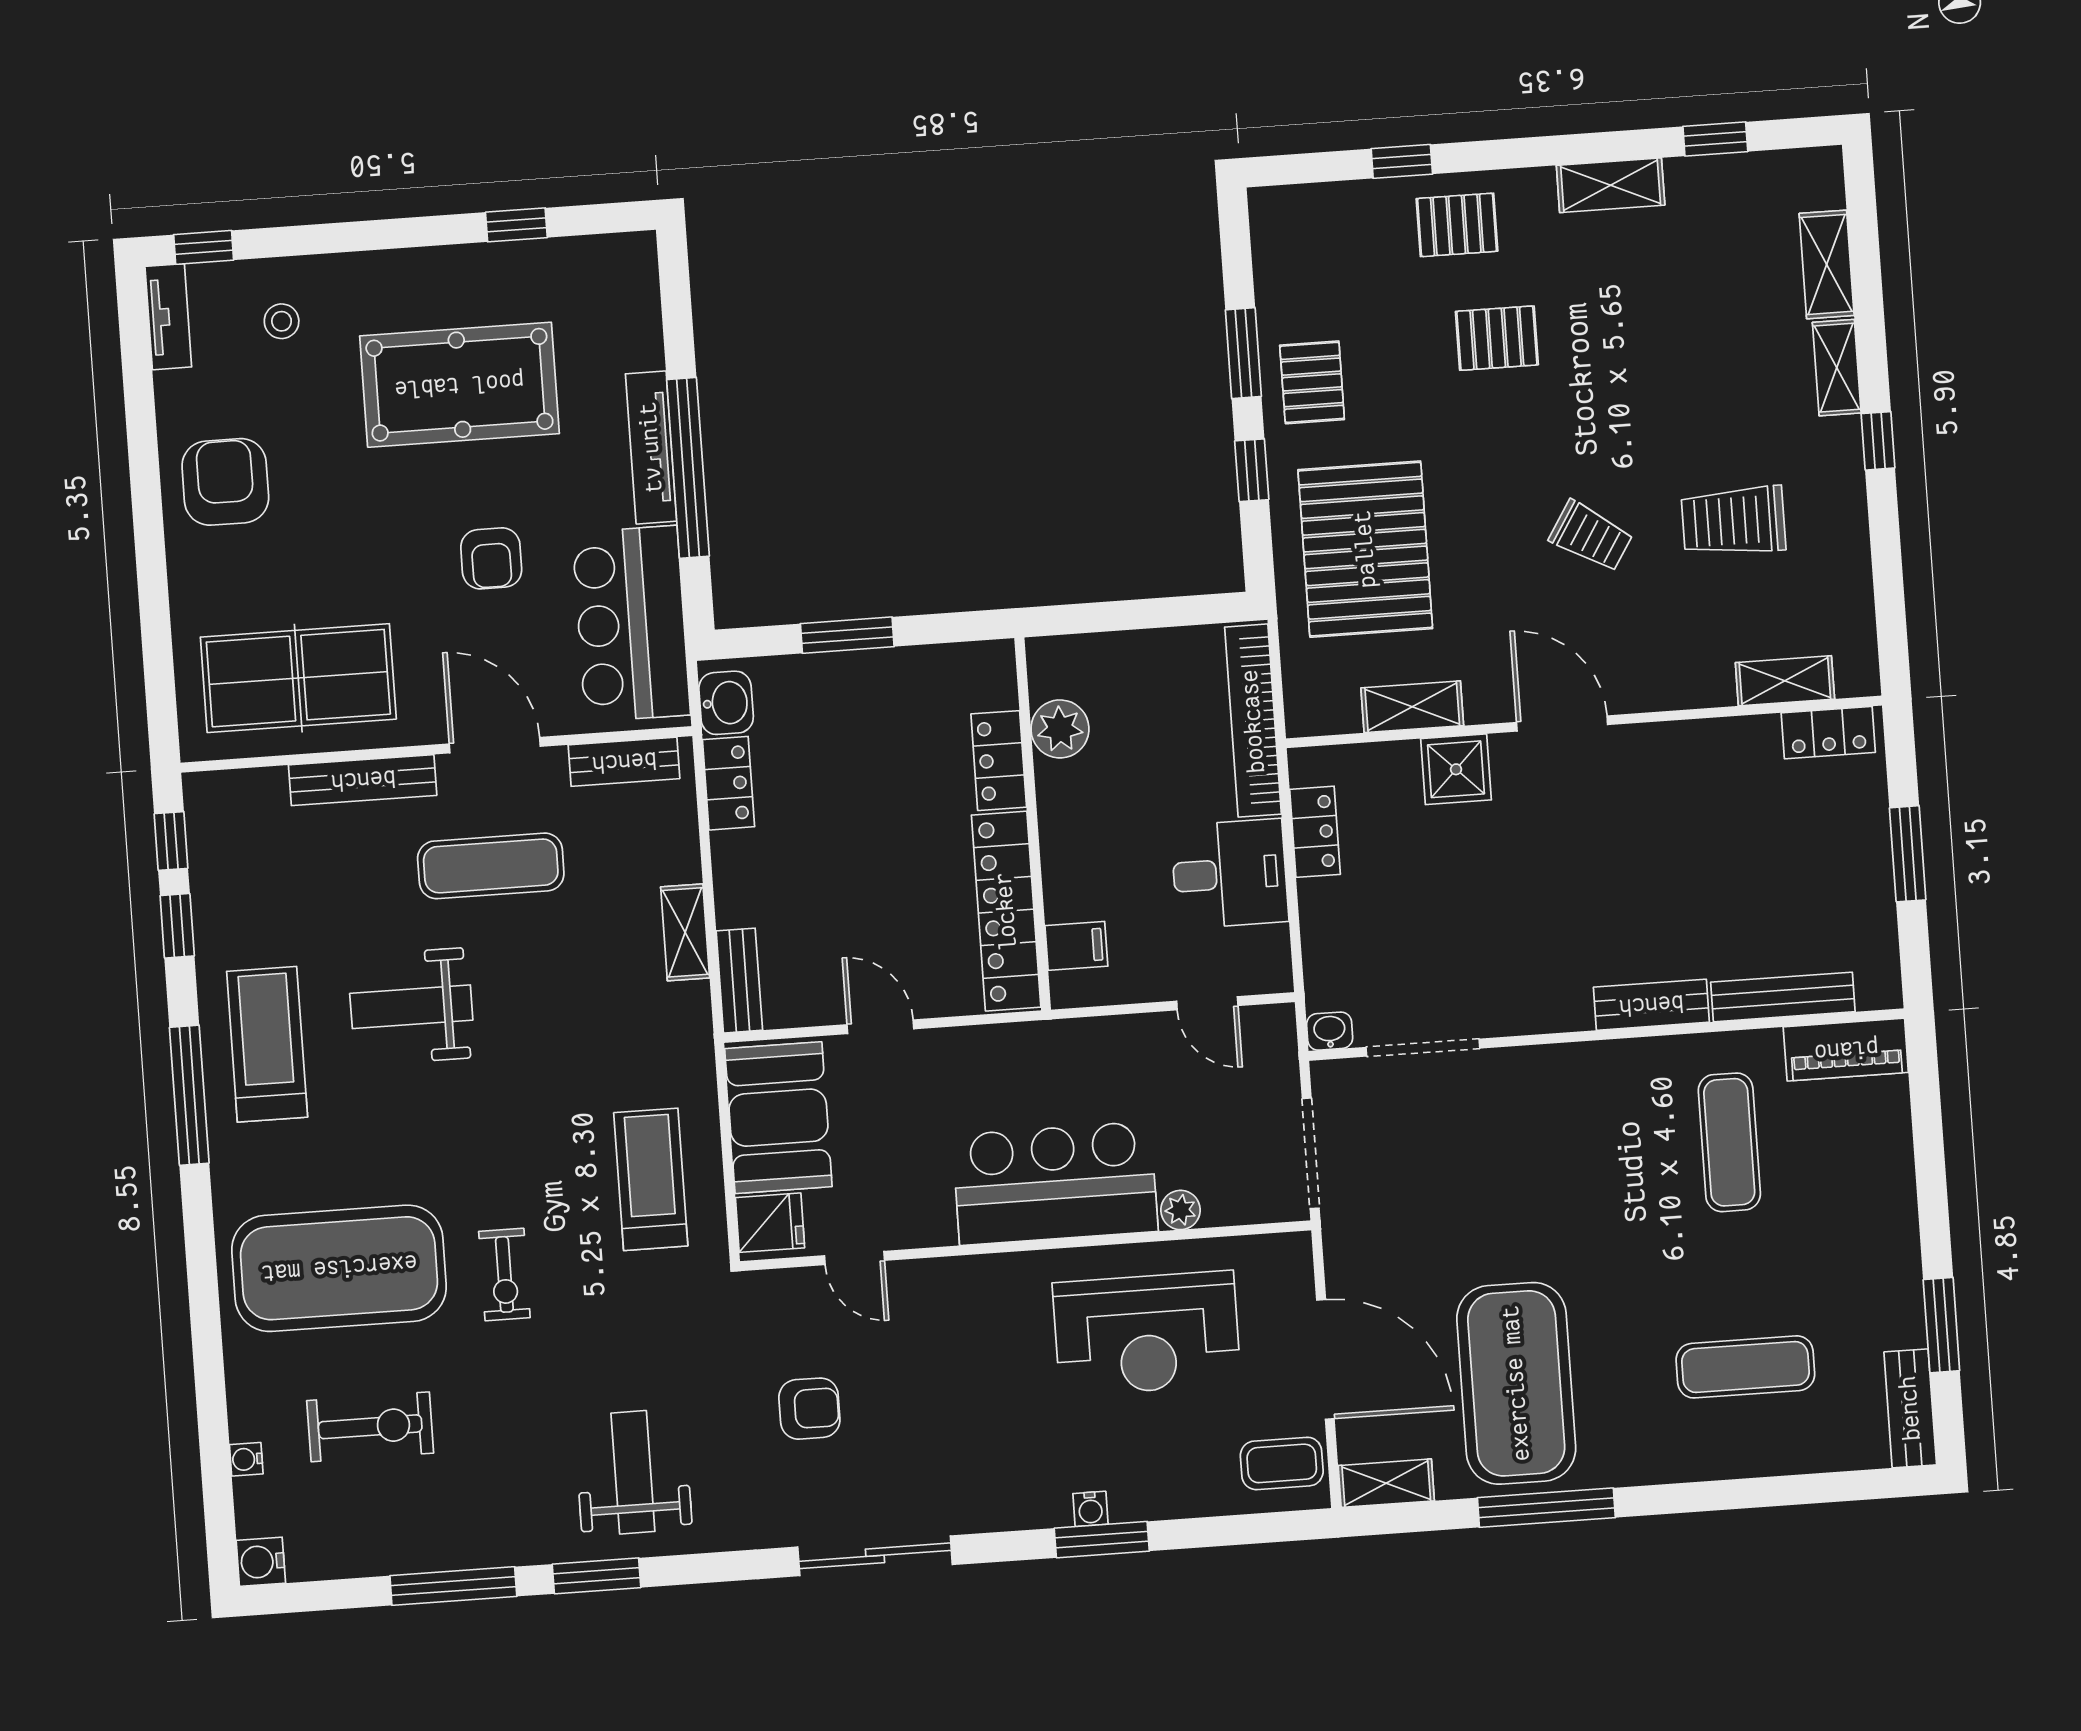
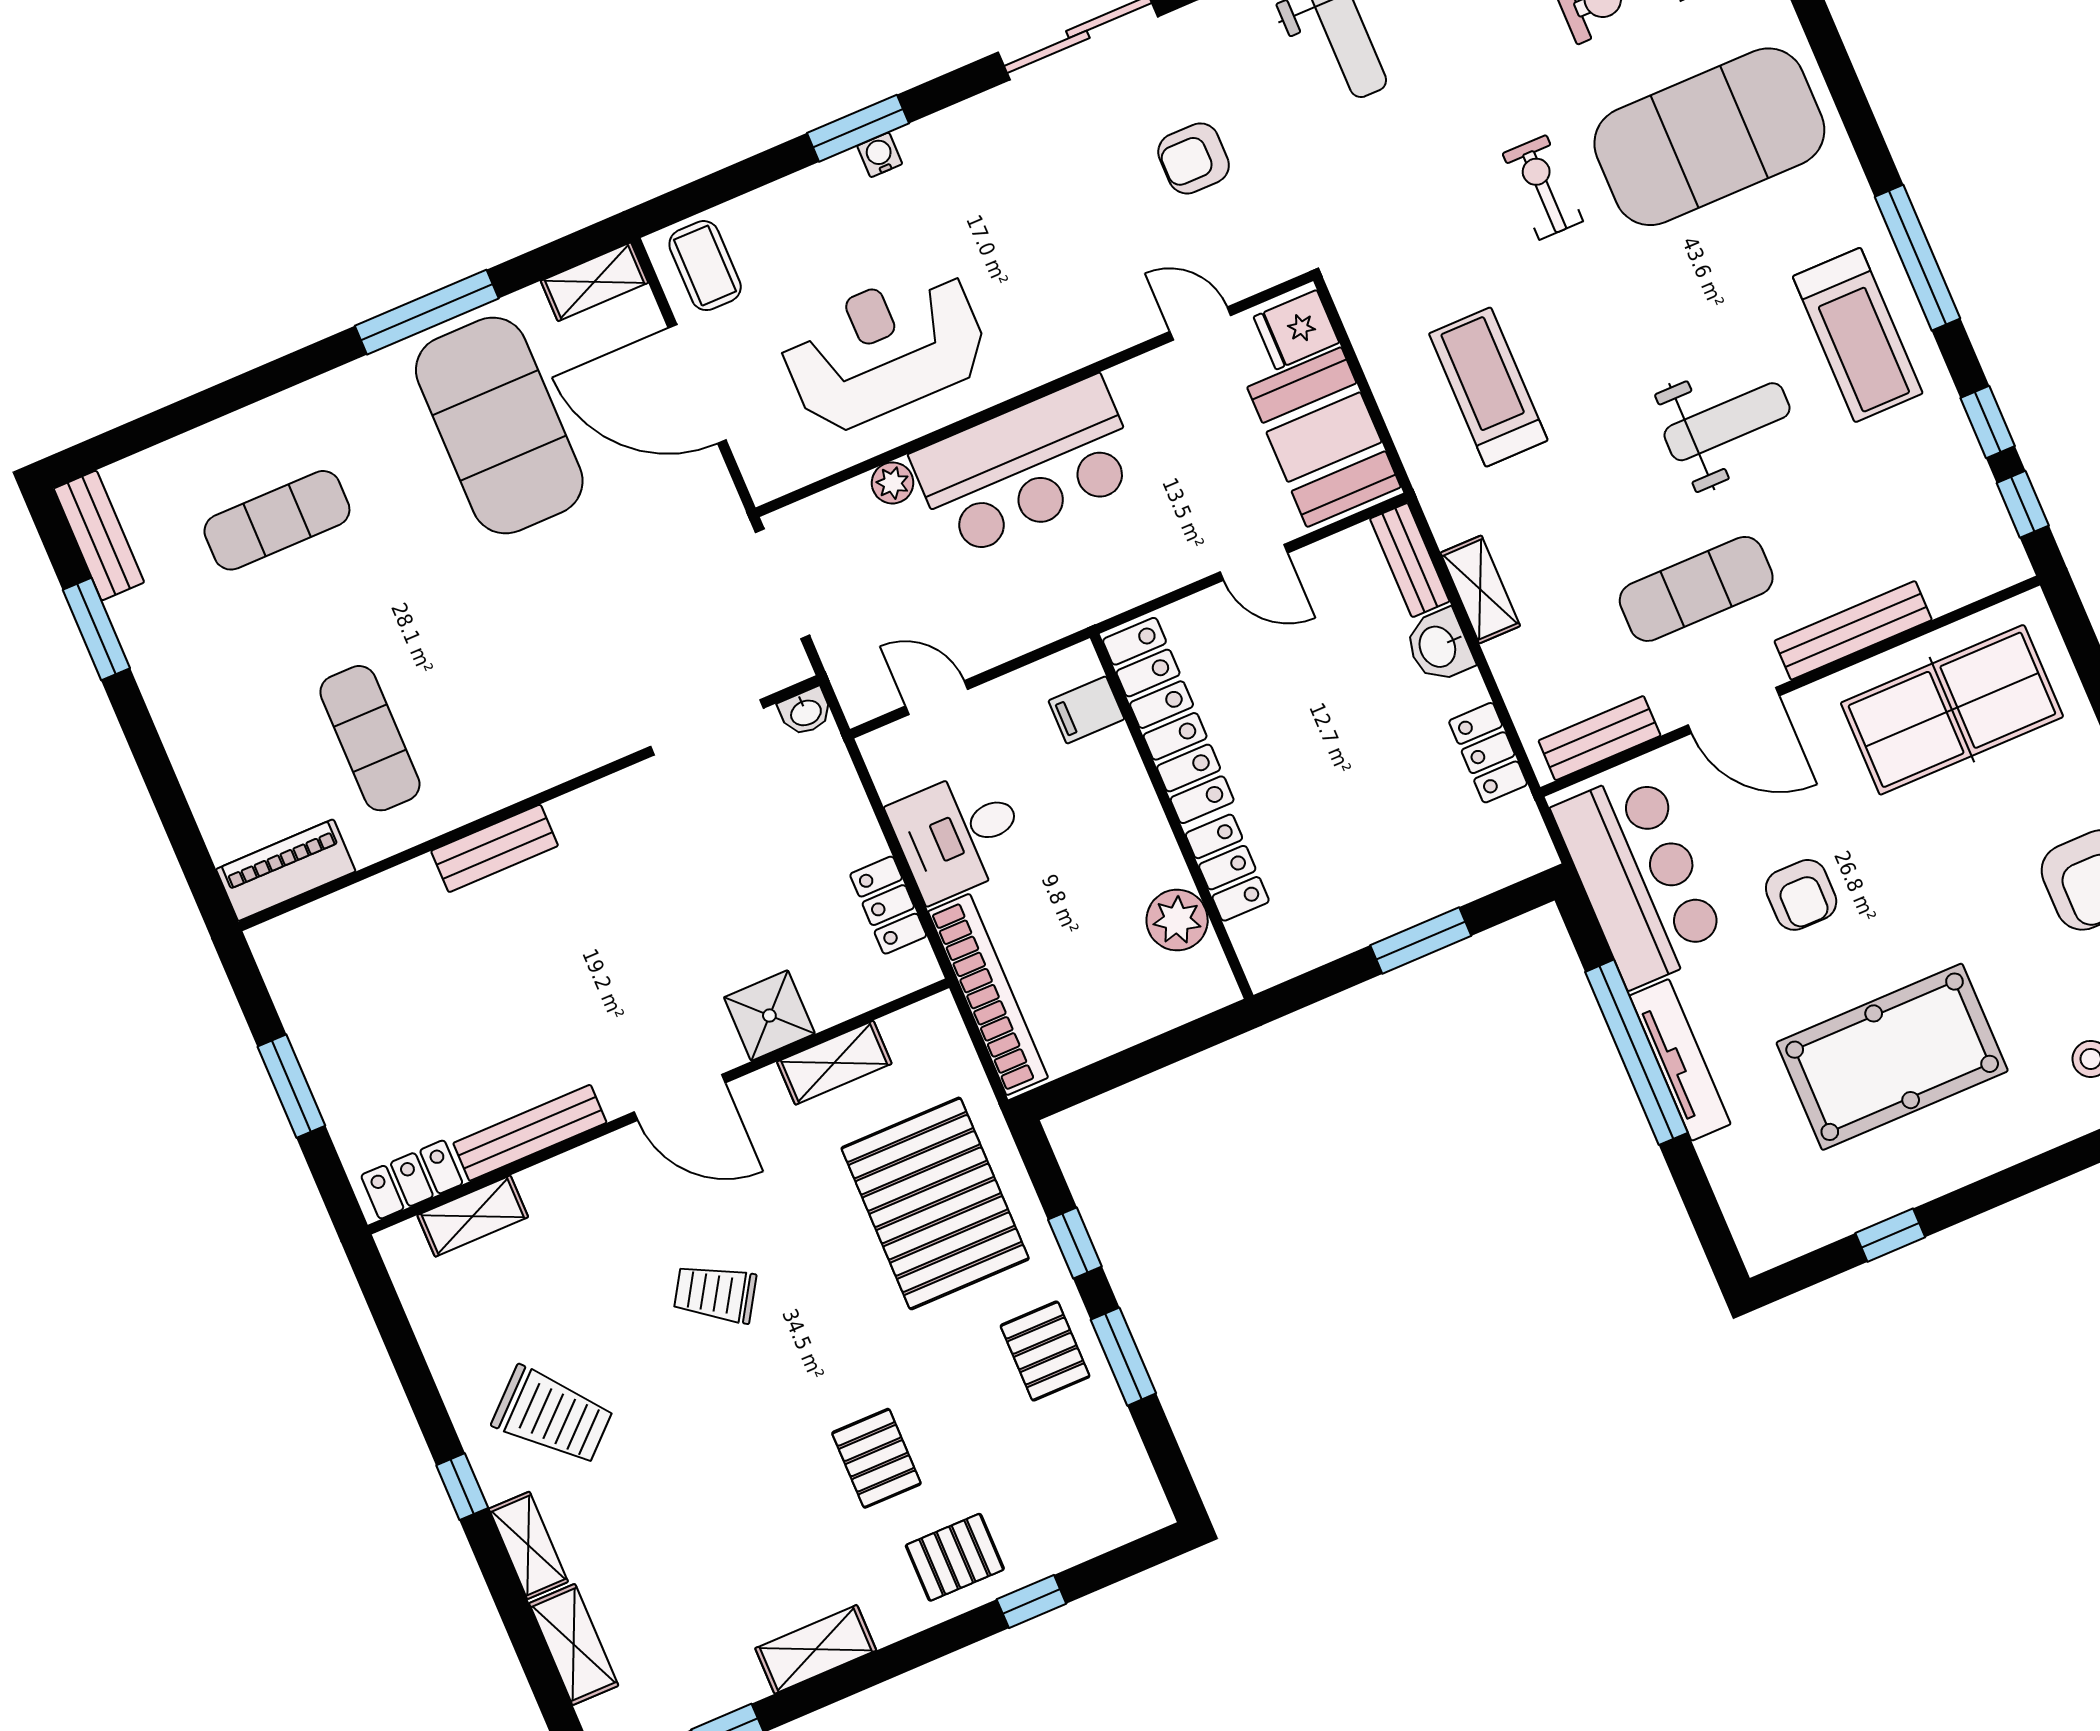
pallet: (1497, 338) -> (876, 1458), turned 90
trolley: (1733, 521) -> (553, 1416), moved, turned 47
armchair: (491, 558) -> (1801, 895), turned 180
washbasin: (726, 703) -> (1439, 646), moved
bench: (1783, 997) -> (530, 1133), moved
treadmill: (651, 1179) -> (1488, 387), moved, turned 180
coffee table: (1282, 1463) -> (705, 266), turned 90

